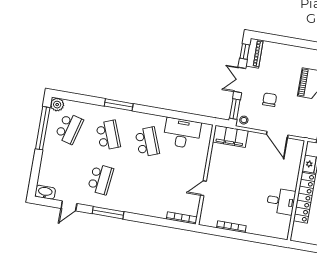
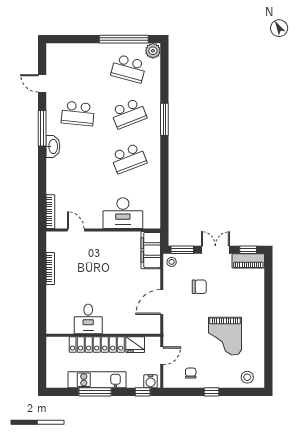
desk: (182, 133) -> (123, 213), moved, turned 90
door: (203, 188) -> (76, 230), moved
washbasin: (45, 192) -> (53, 146), moved

